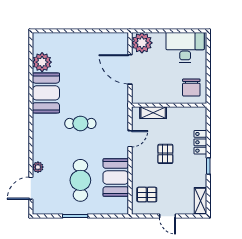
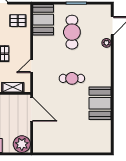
plant: (42, 62) -> (103, 128), removed
door: (130, 69) -> (32, 109), moved
booth: (116, 178) -> (43, 20), moved

